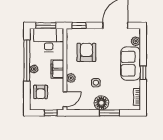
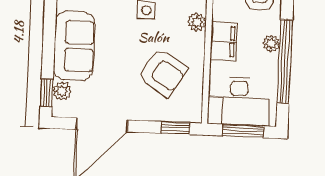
armchair: (86, 52) -> (163, 73), turned -58
window: (143, 73) -> (47, 93), moved

